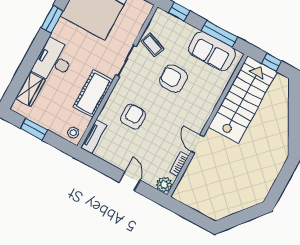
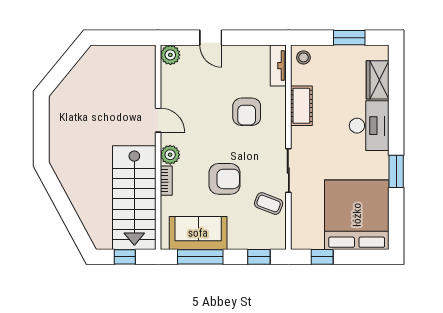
cot: (93, 94) -> (301, 106), width x0.73, depth x0.75
plant: (202, 116) -> (170, 155), added
bookcase: (179, 164) -> (166, 181), moved

